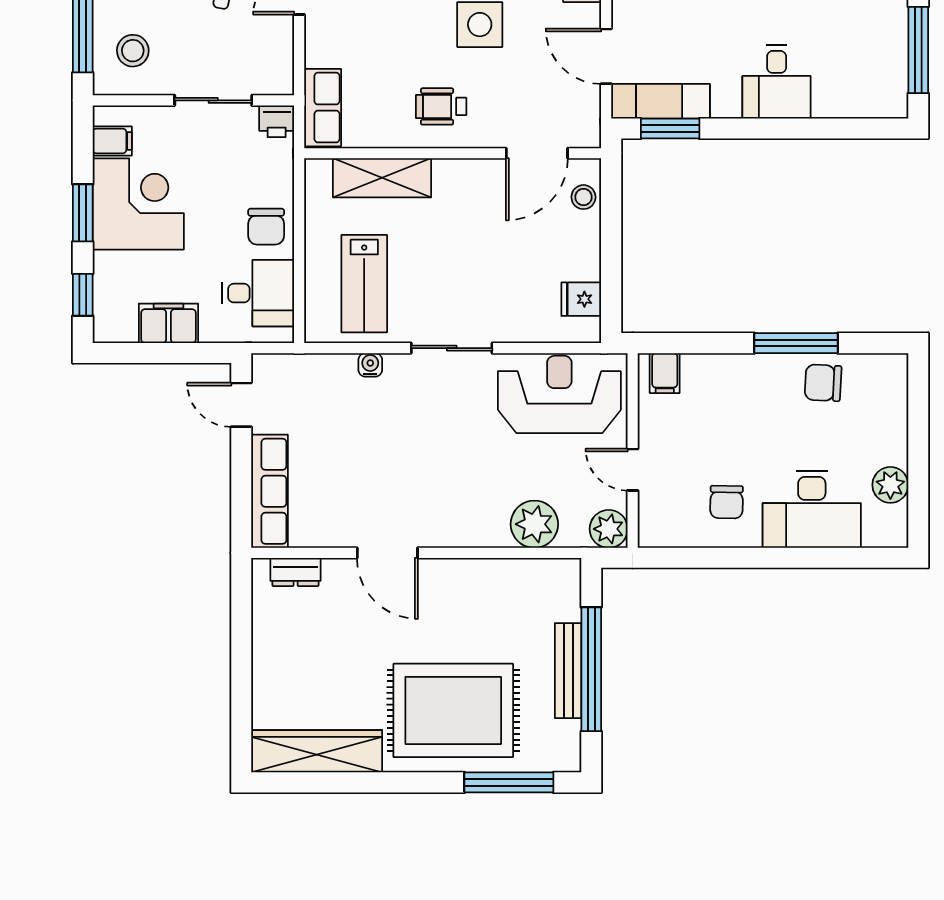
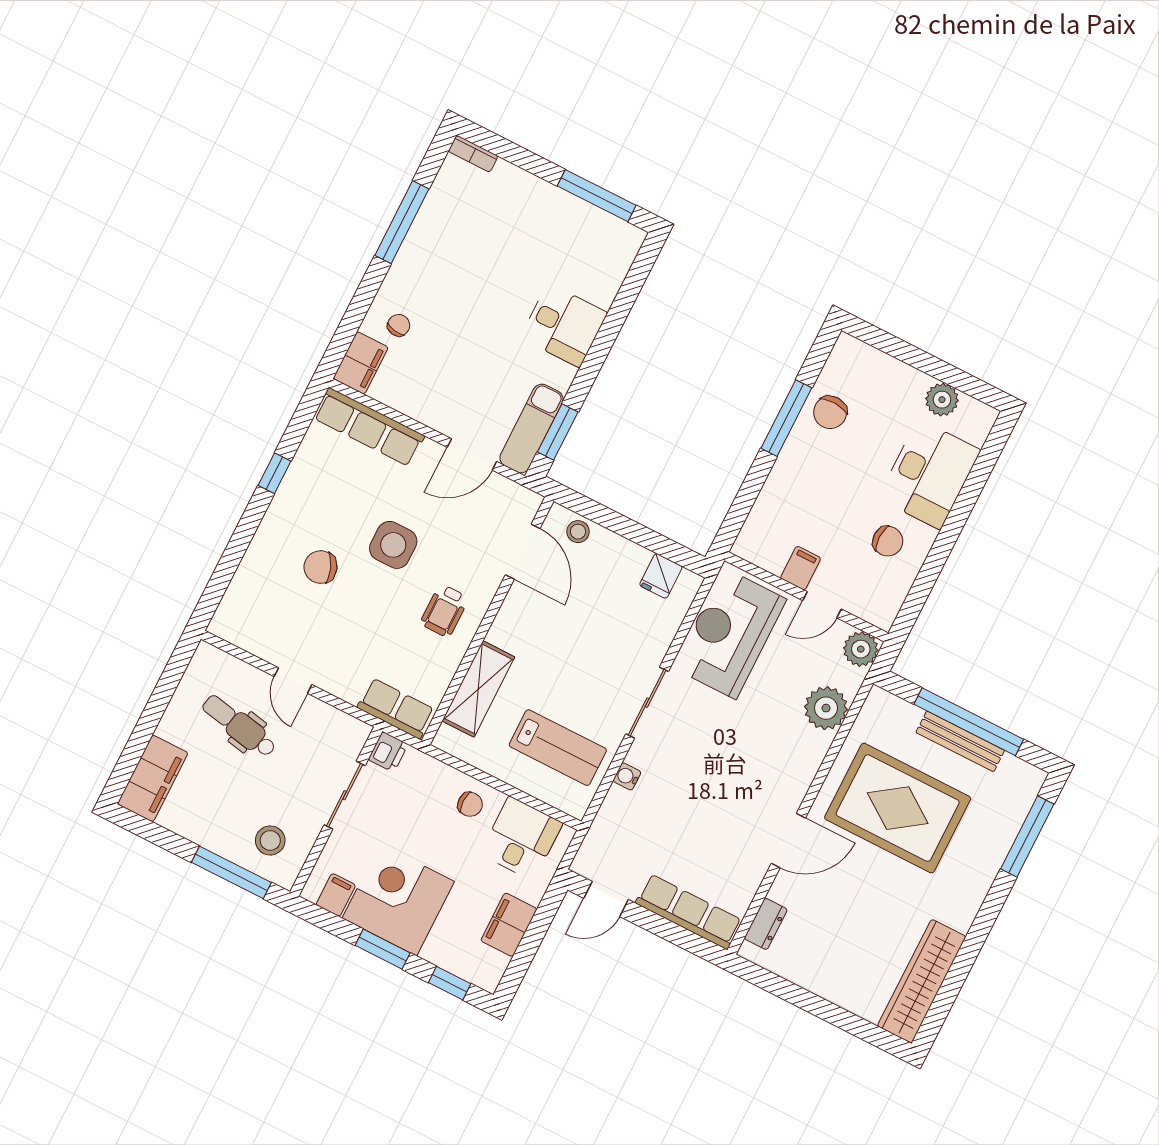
chair: (266, 227) -> (470, 804), width x0.73, depth x0.73
filing cabinet: (665, 373) -> (801, 568), moved, turned -90
rug: (453, 710) -> (898, 808), moved, turned 90

